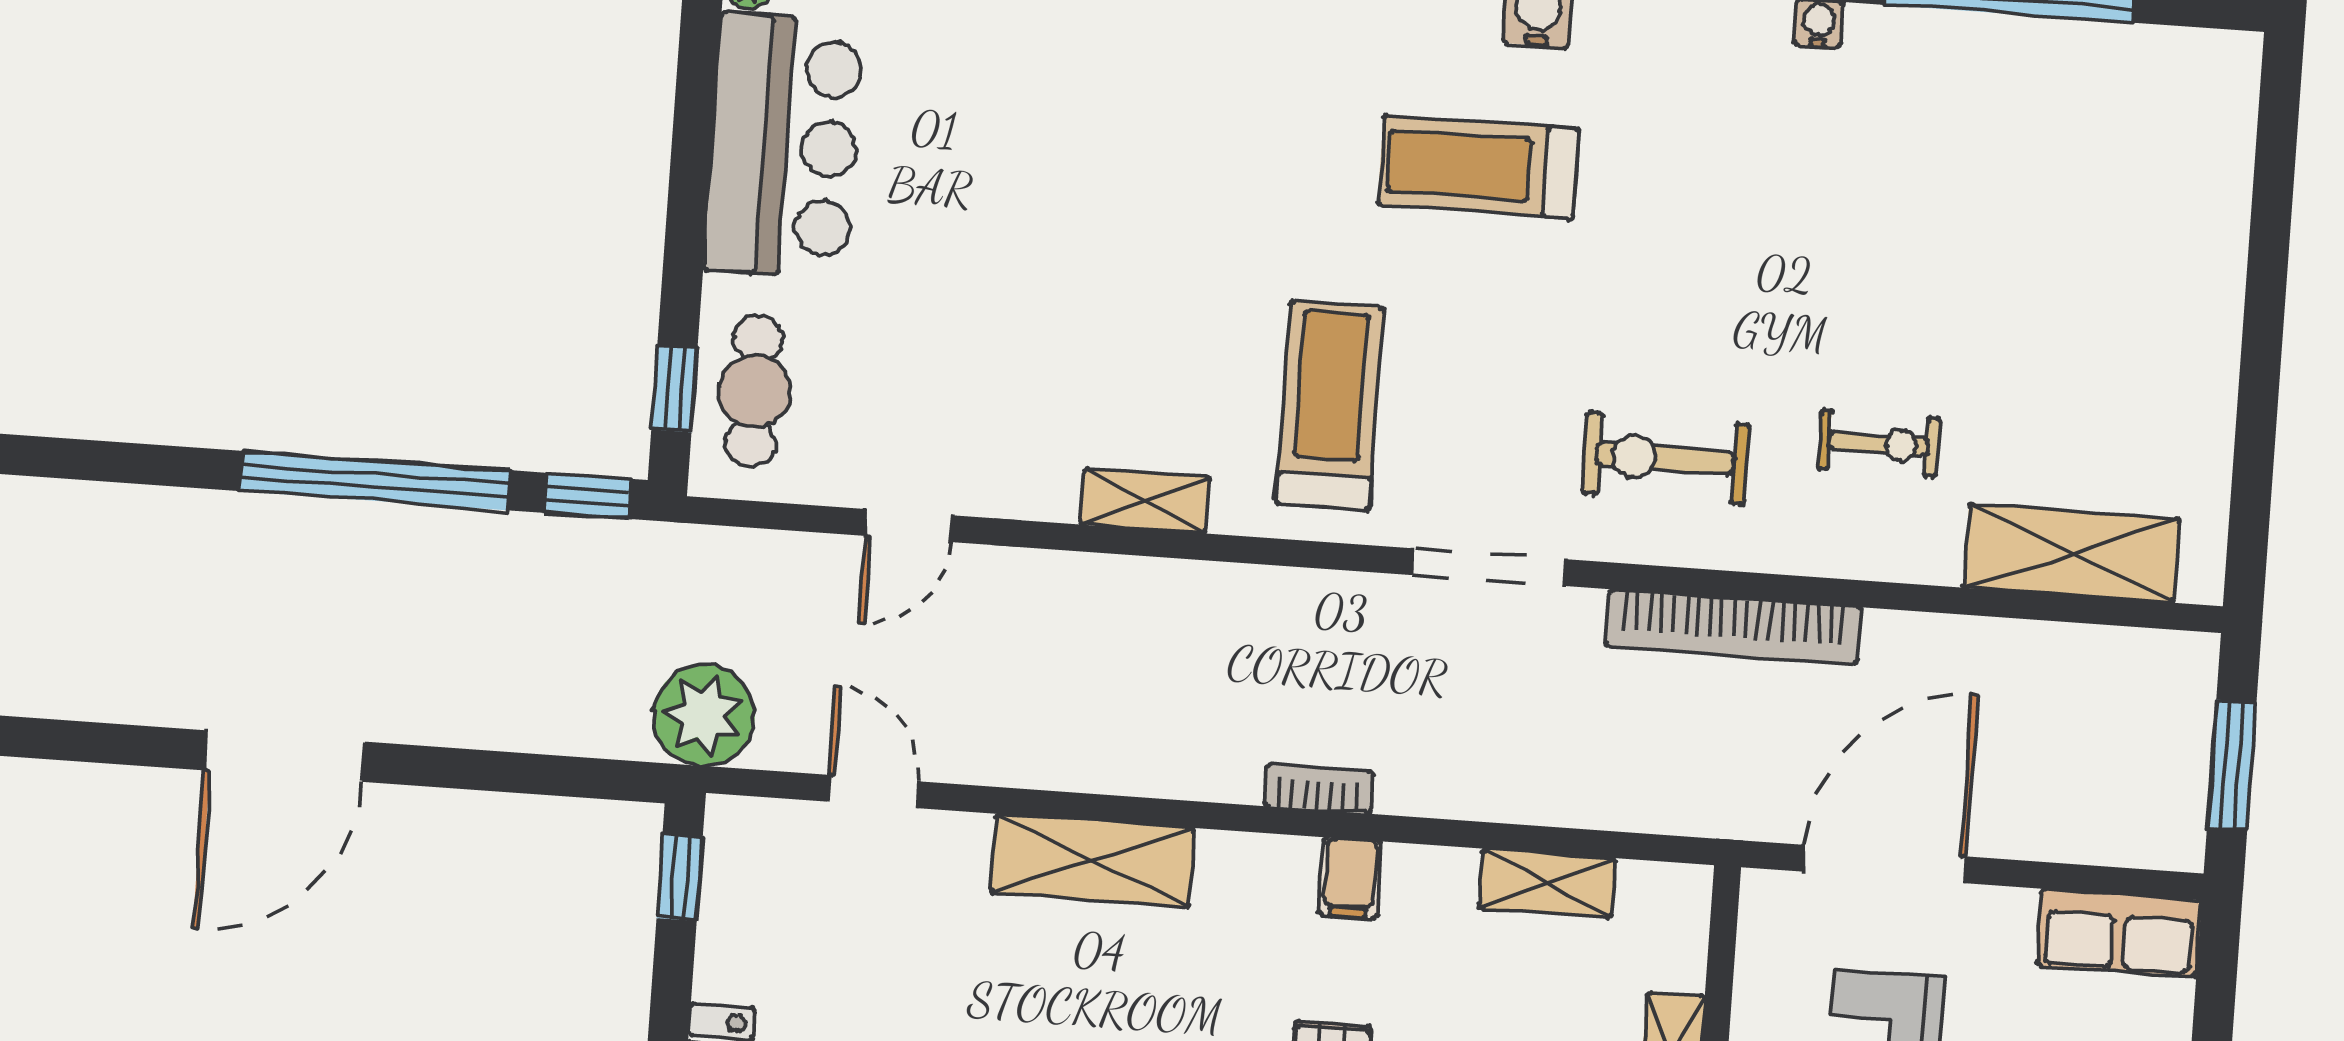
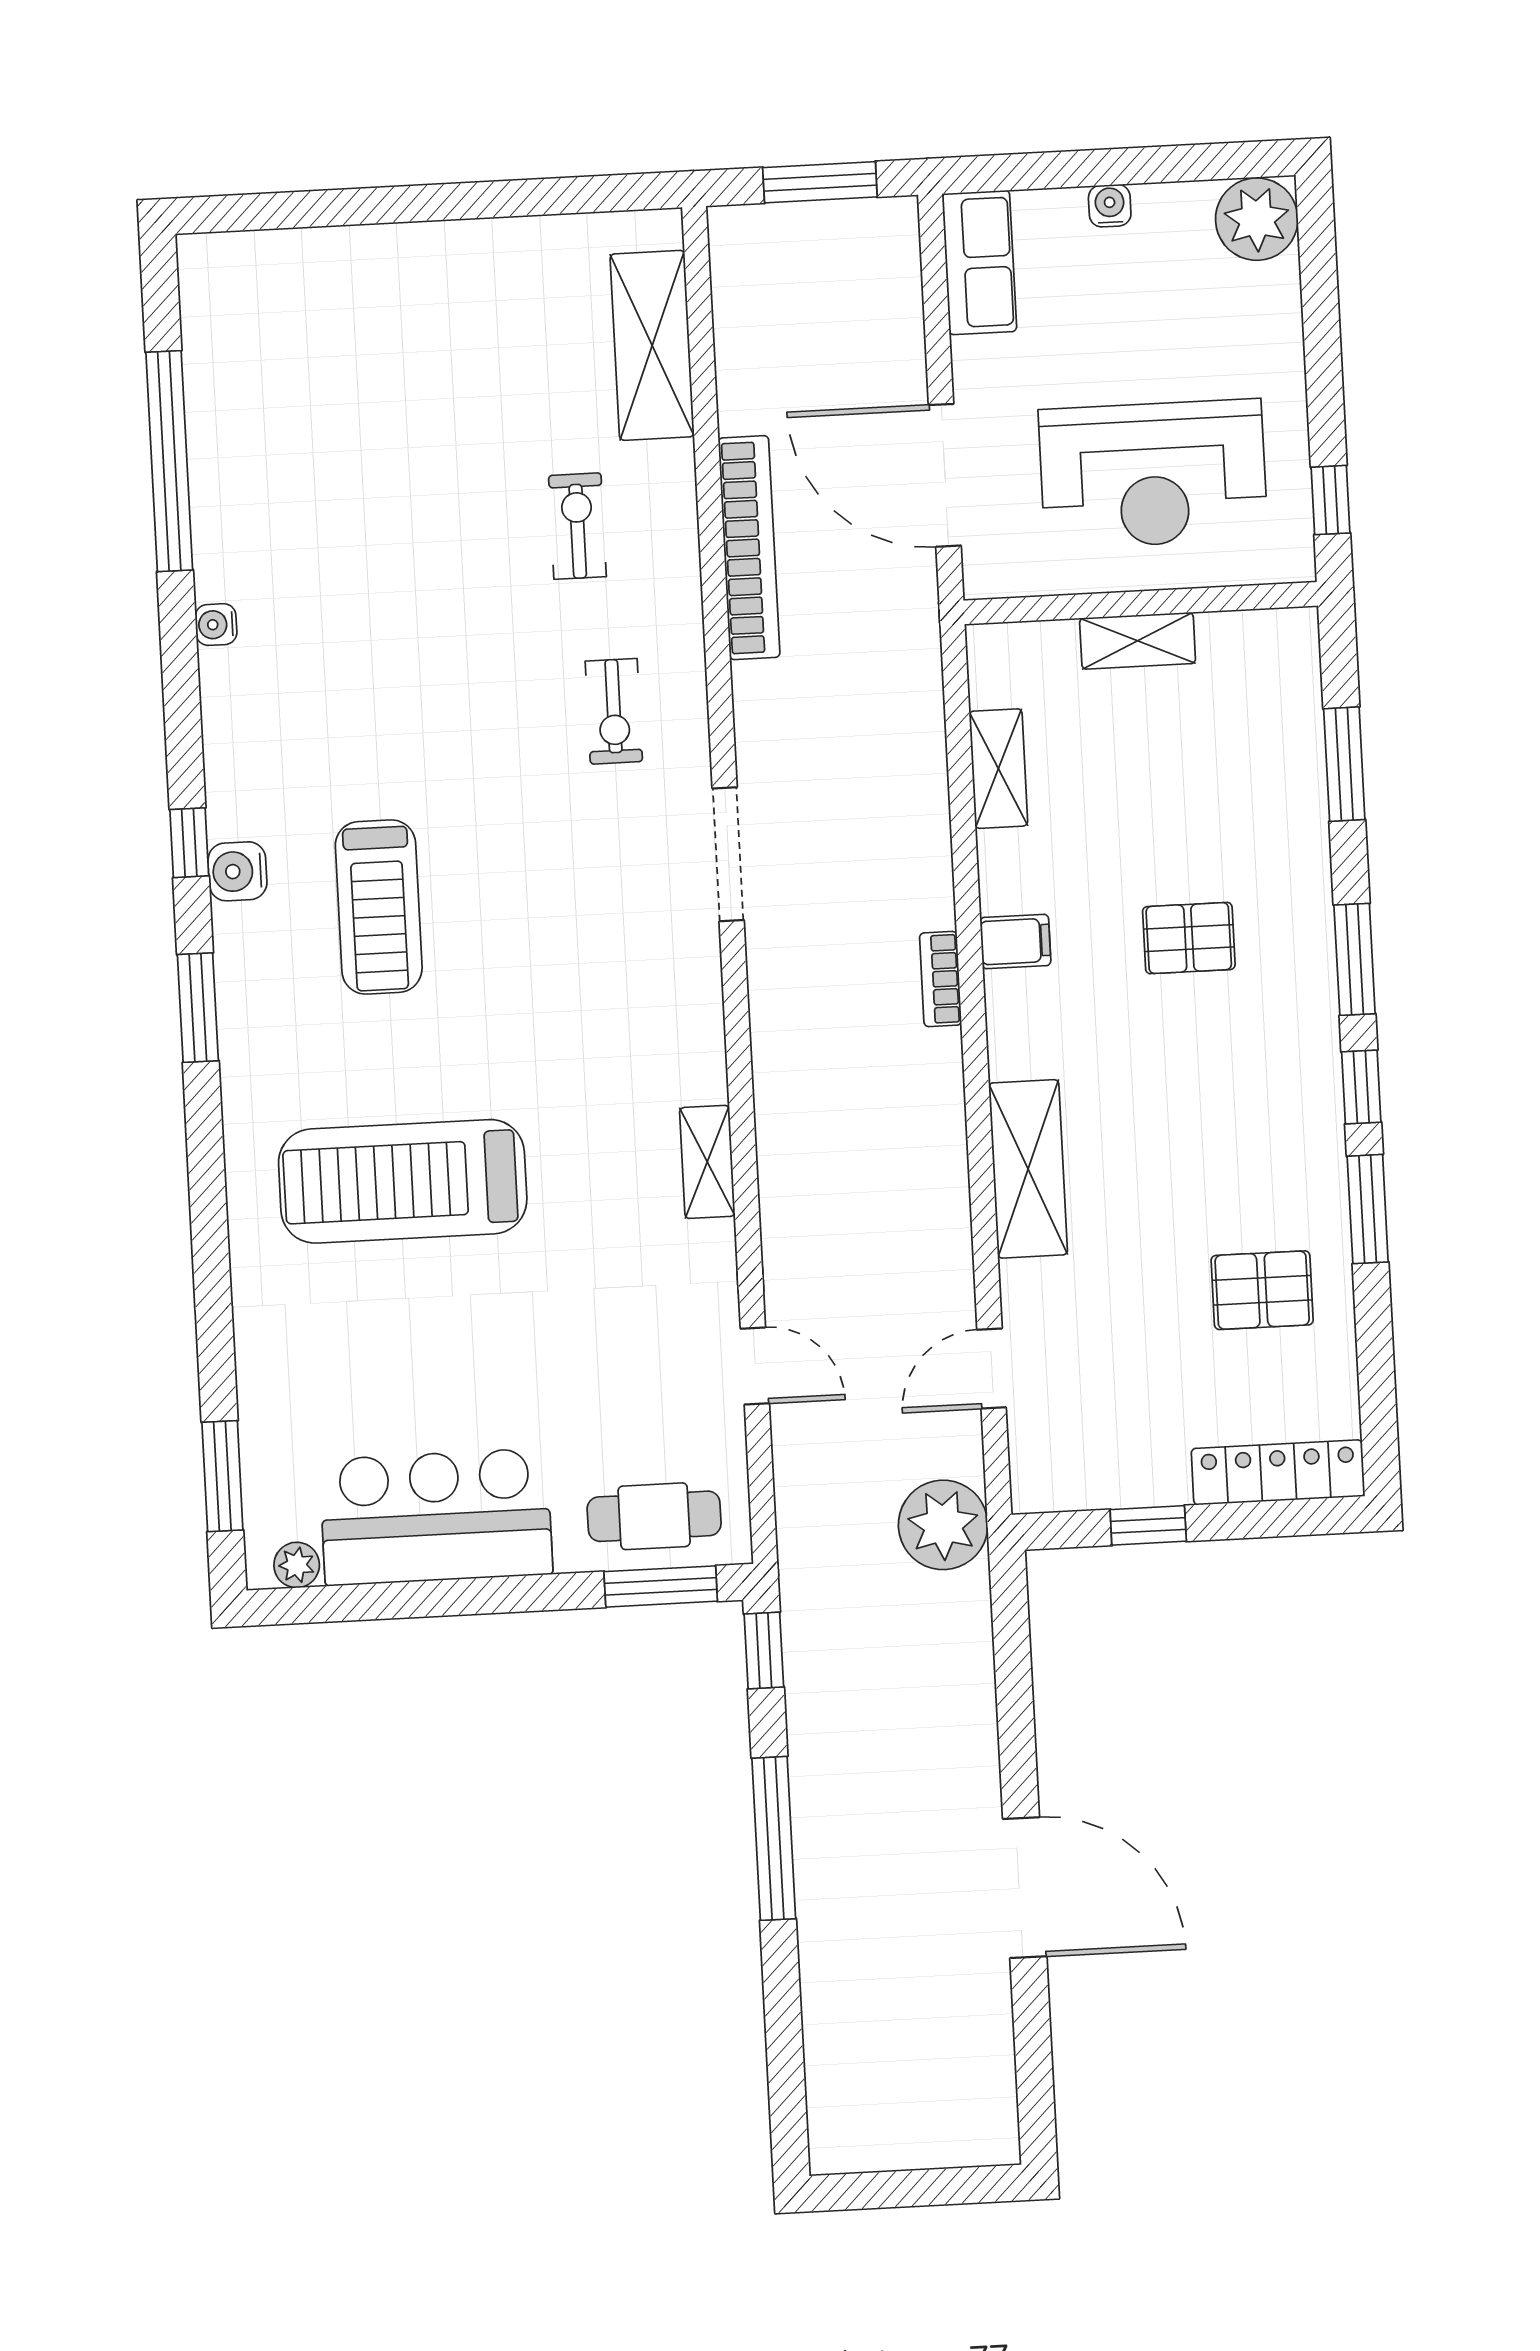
window: (674, 389) -> (661, 1586), width x1.50
treadmill: (1330, 406) -> (403, 1181), moved, width x1.37, depth x1.38
exercise bike: (1665, 459) -> (614, 711), width x0.73, depth x0.72
window: (375, 481) -> (774, 1838), width x0.68
bookcase: (1733, 627) -> (749, 548), moved
window: (680, 877) -> (1148, 1525), moved

